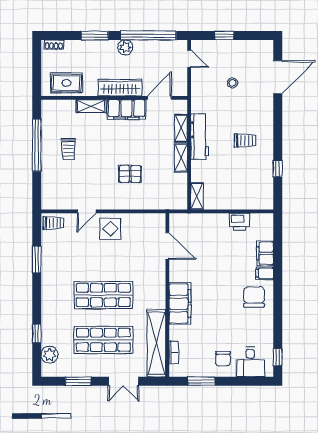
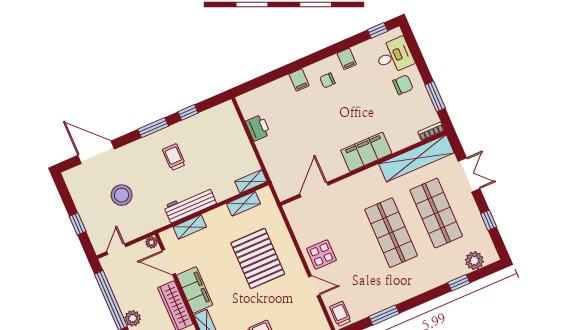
stool: (233, 83) -> (122, 195), width x1.89, depth x1.89
plant: (182, 91) -> (151, 242), added
window: (278, 134) -> (153, 128), added
shelving: (181, 158) -> (244, 204), moved
pallet: (130, 174) -> (258, 258), width x2.05, depth x2.00
filing cabinet: (265, 253) -> (347, 59), moved, width x0.50
chair: (254, 297) -> (328, 80), width x0.54, depth x0.54
bookcase: (174, 352) -> (431, 131), moved
window: (78, 381) -> (489, 220), width x0.67

